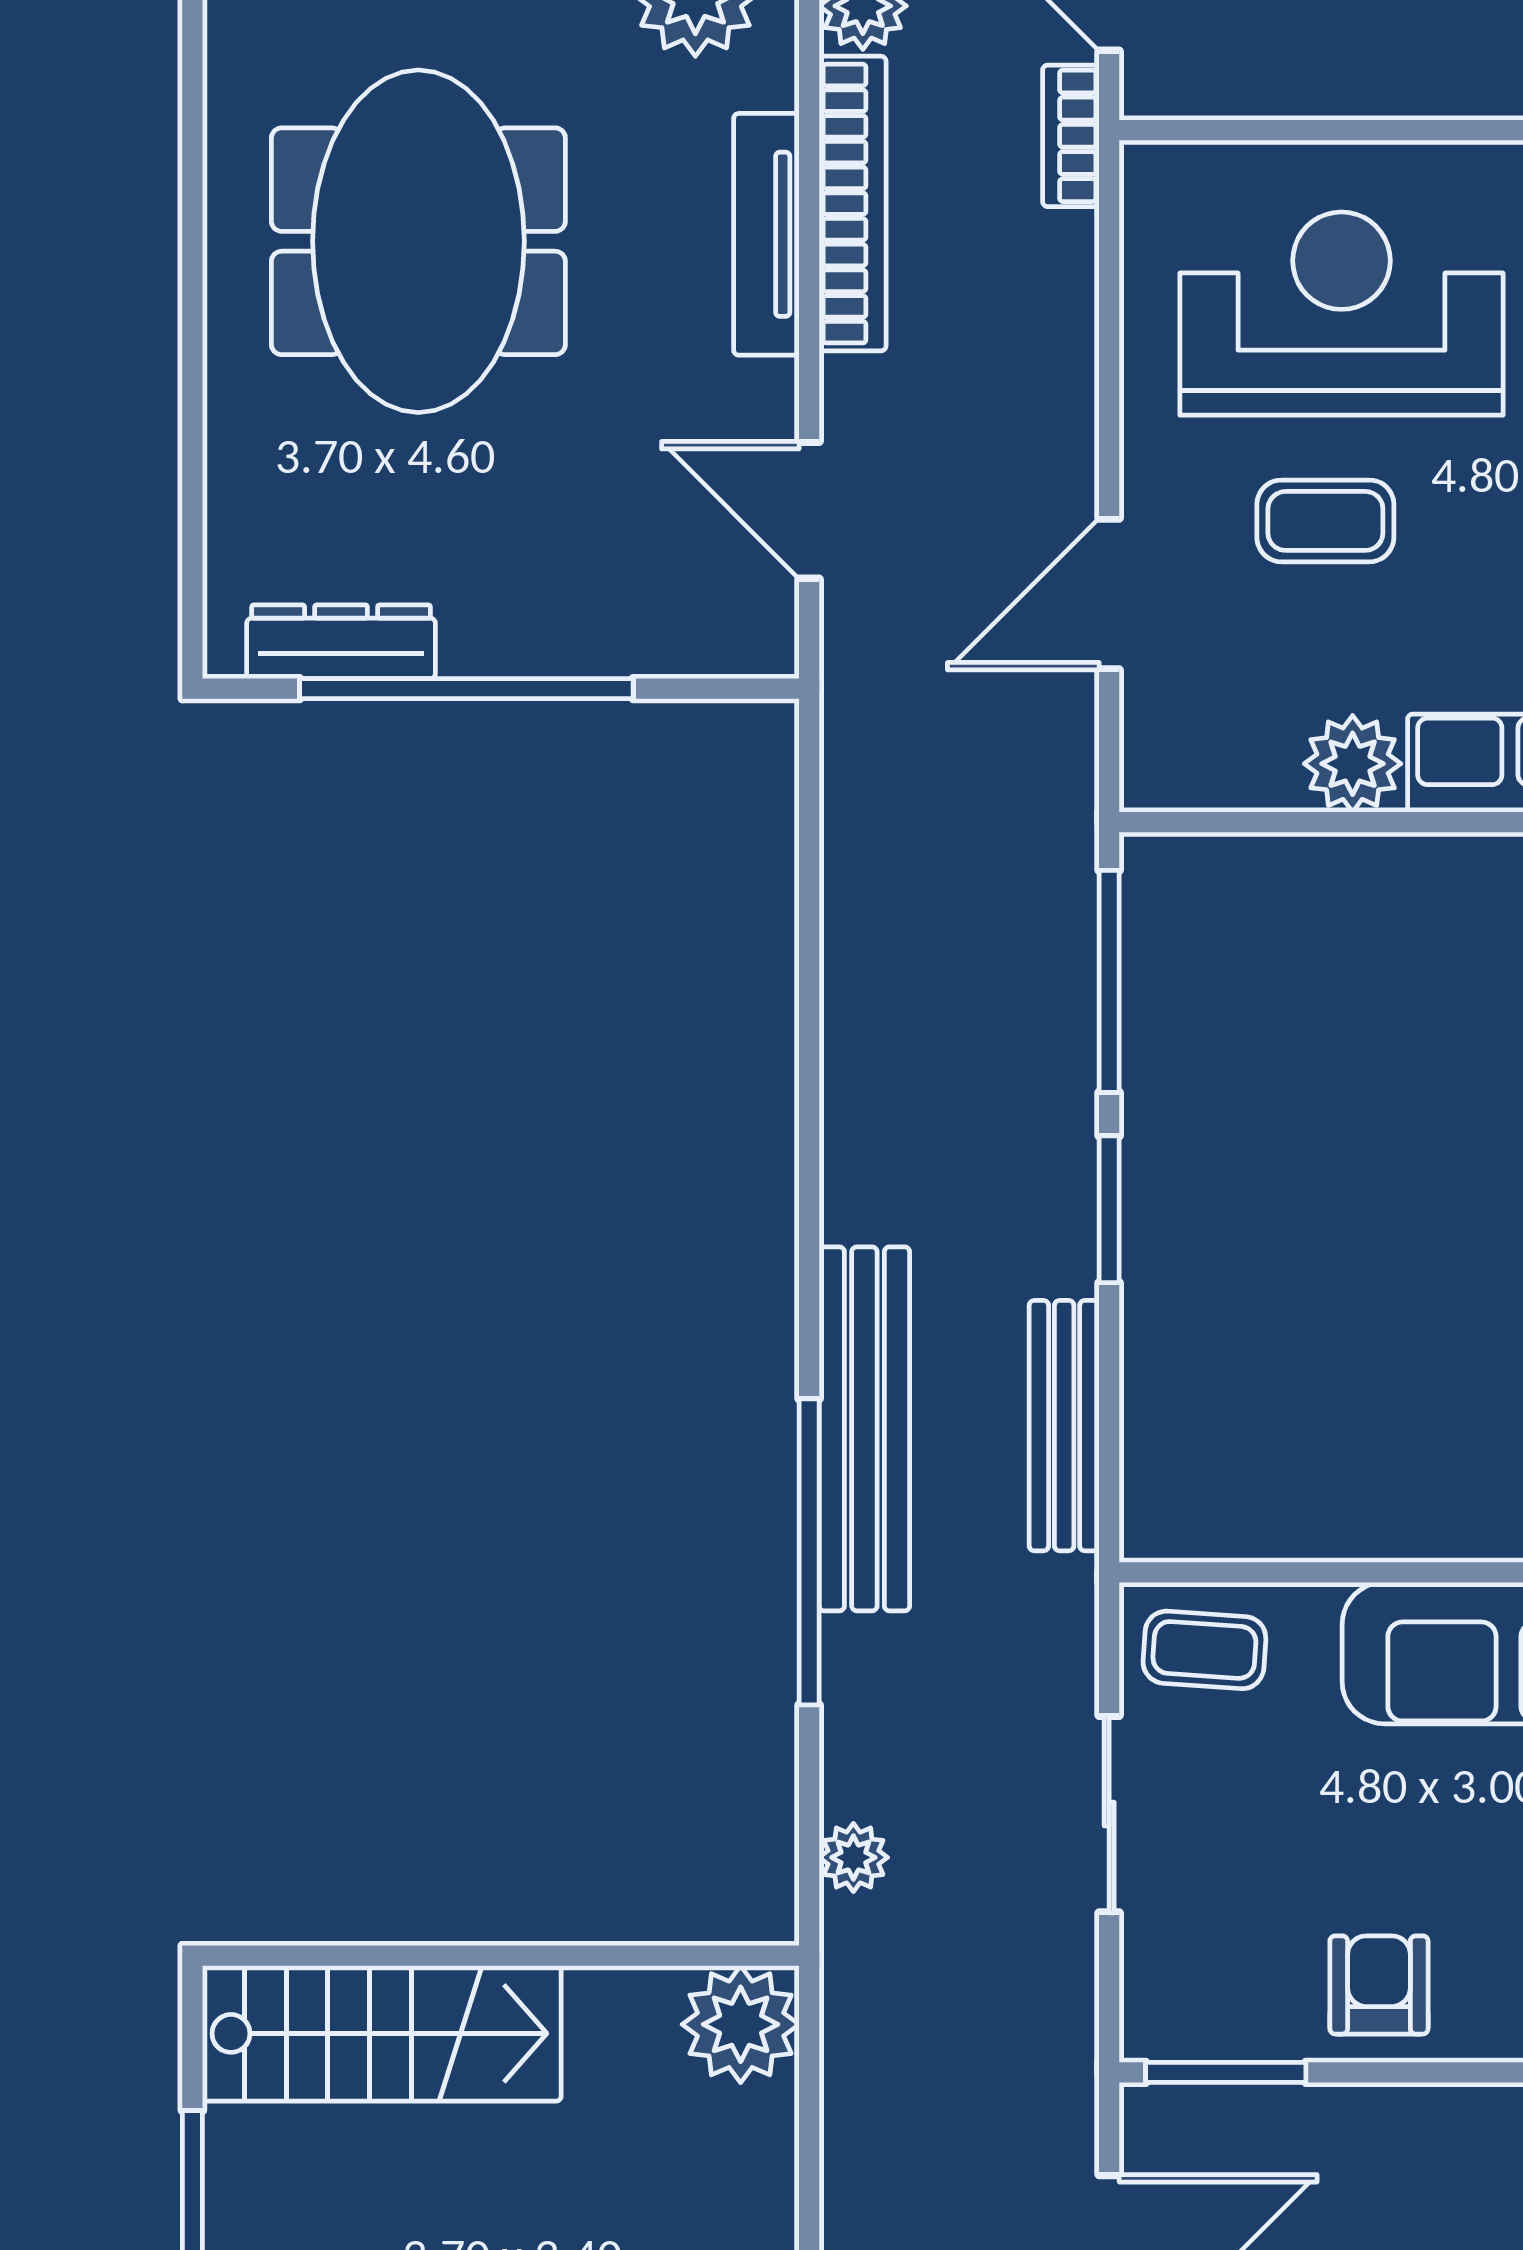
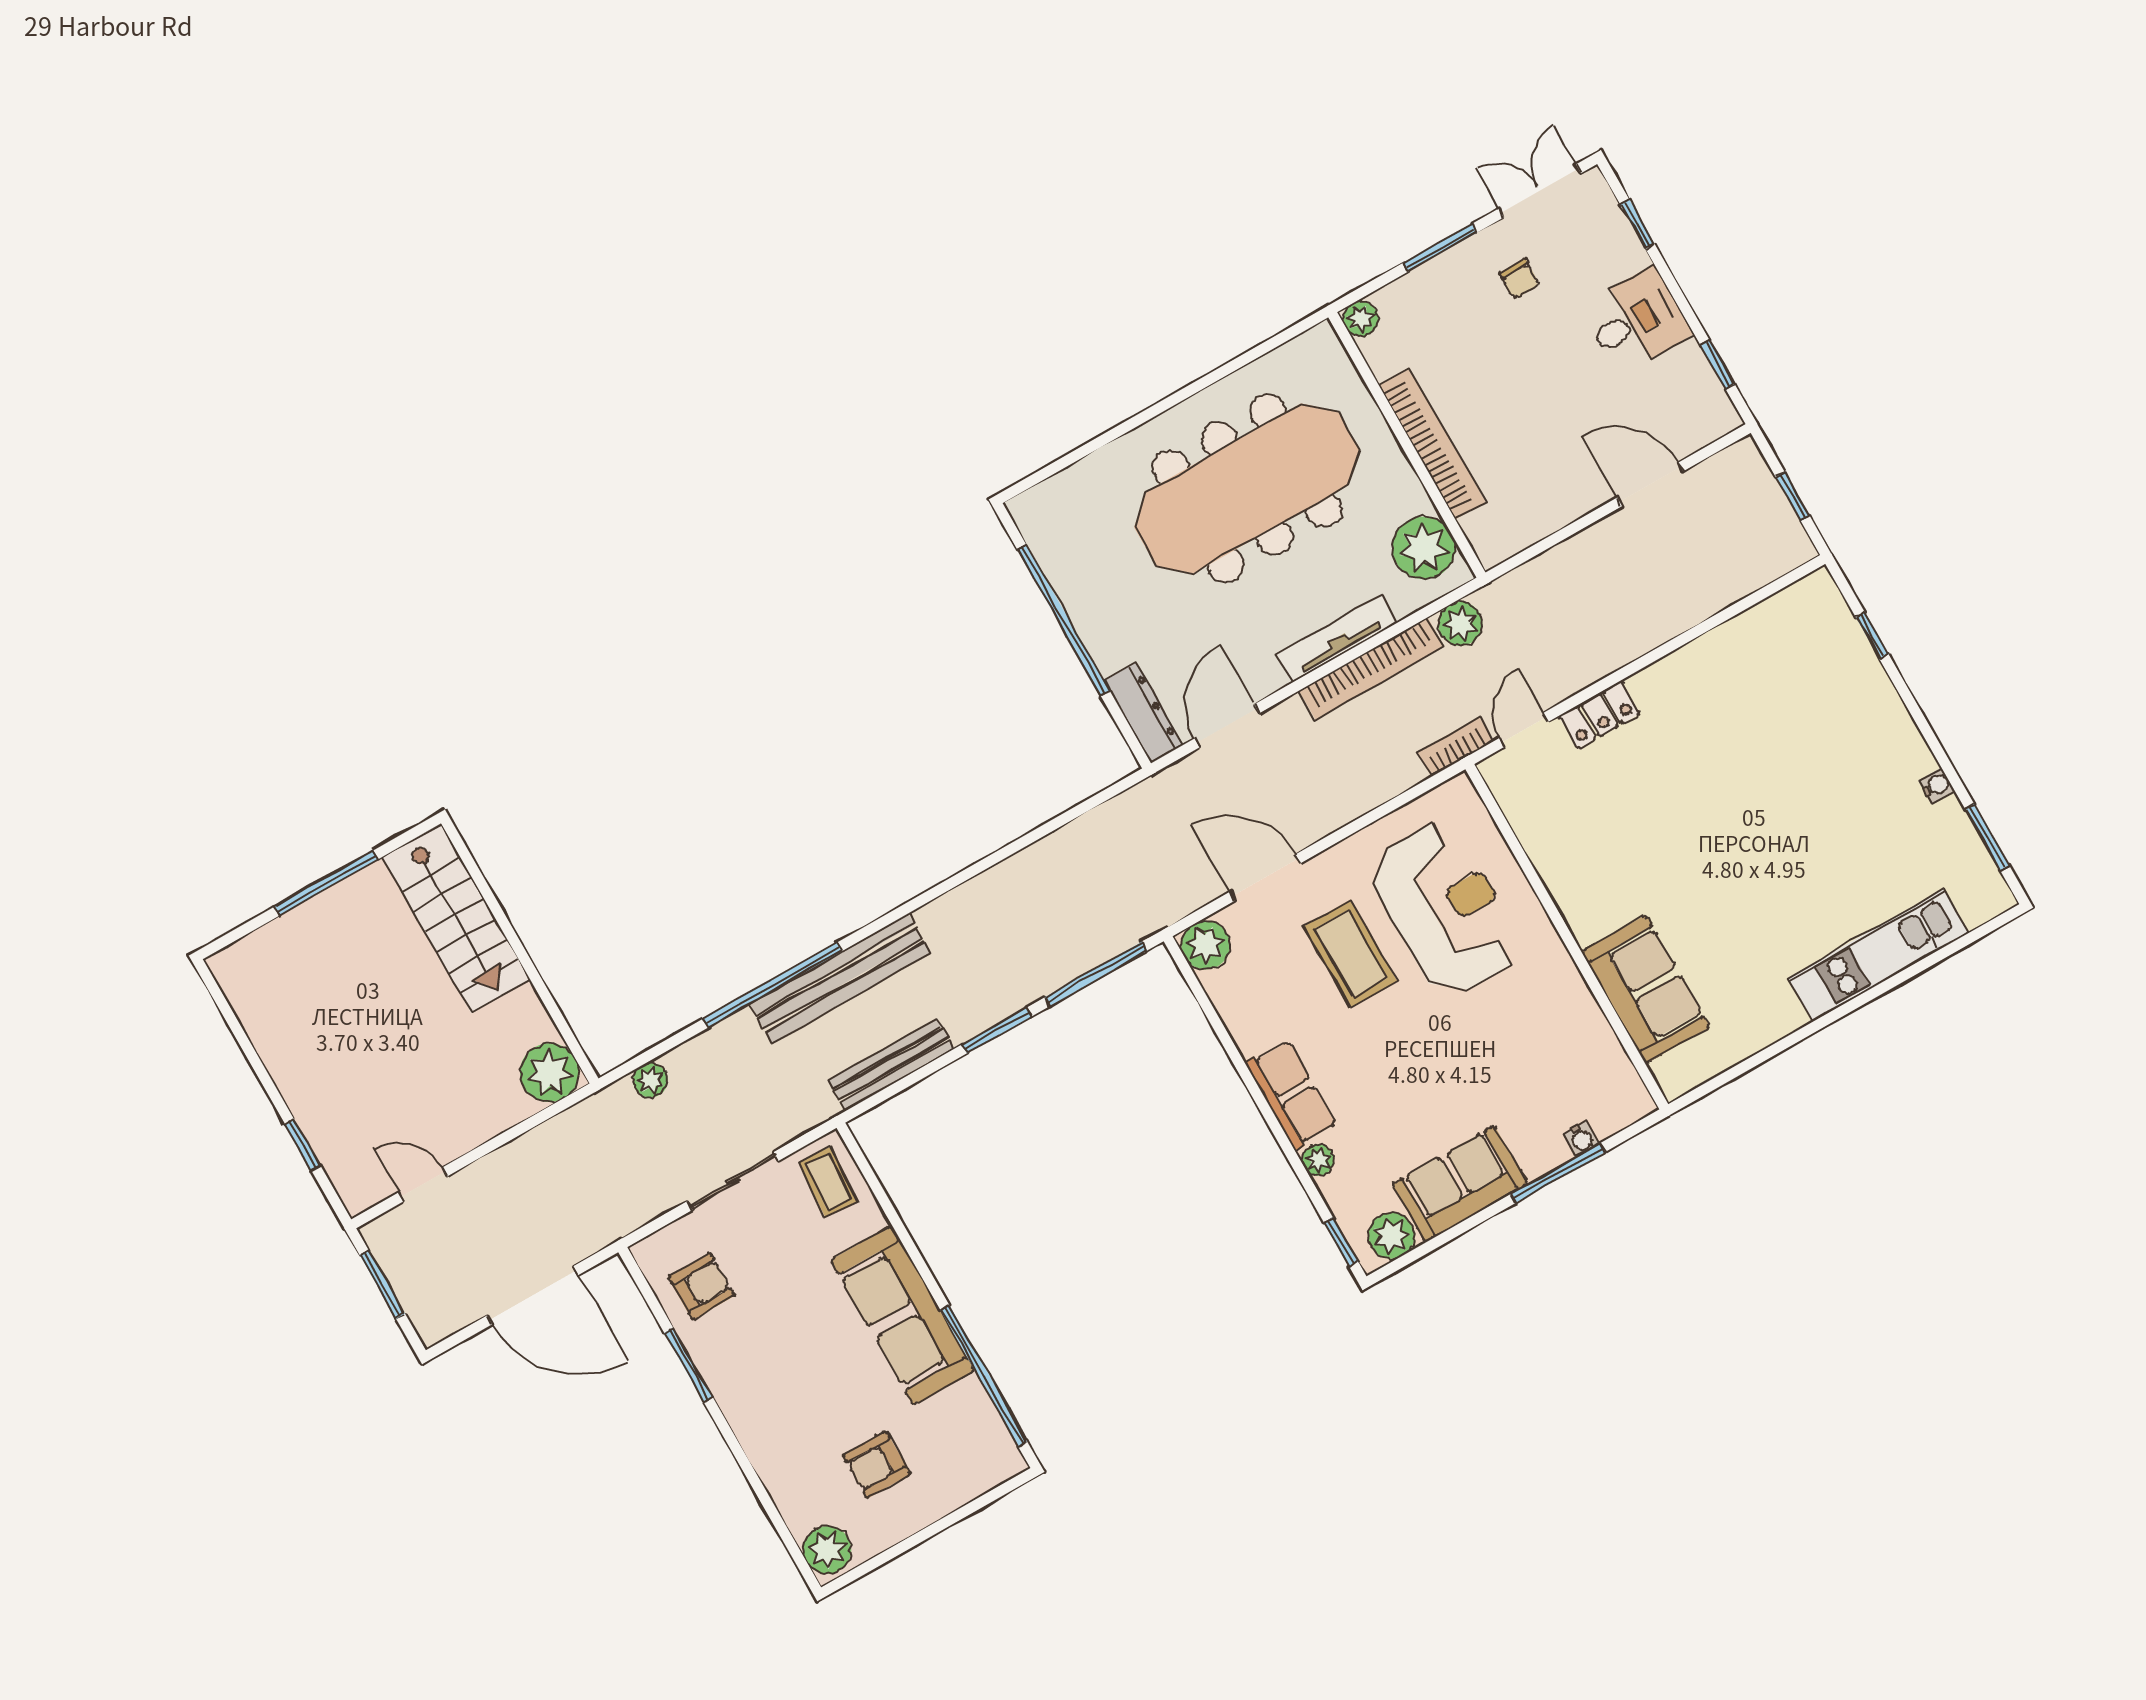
meeting table: (418, 241) -> (1247, 488), width x1.36
coffee table: (1325, 521) -> (1351, 954), width x1.36, depth x1.30
dresser: (341, 642) -> (1144, 713), moved
plant: (1353, 764) -> (1206, 945), moved
armchair: (1379, 1985) -> (701, 1286), moved
window: (1226, 2072) -> (689, 1365), moved

